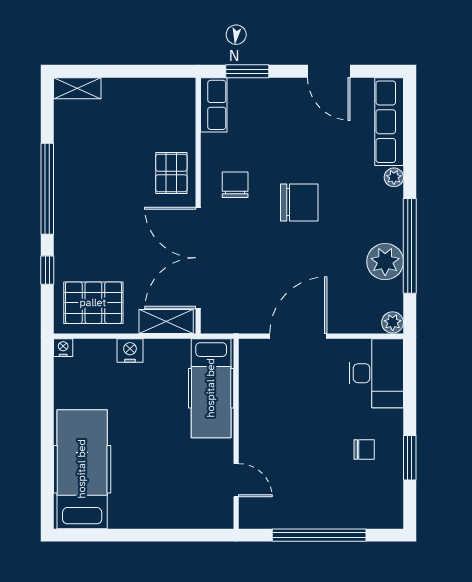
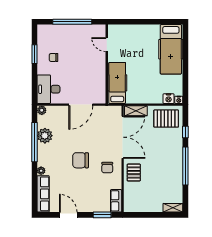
nightstand: (130, 351) -> (169, 99), moved

